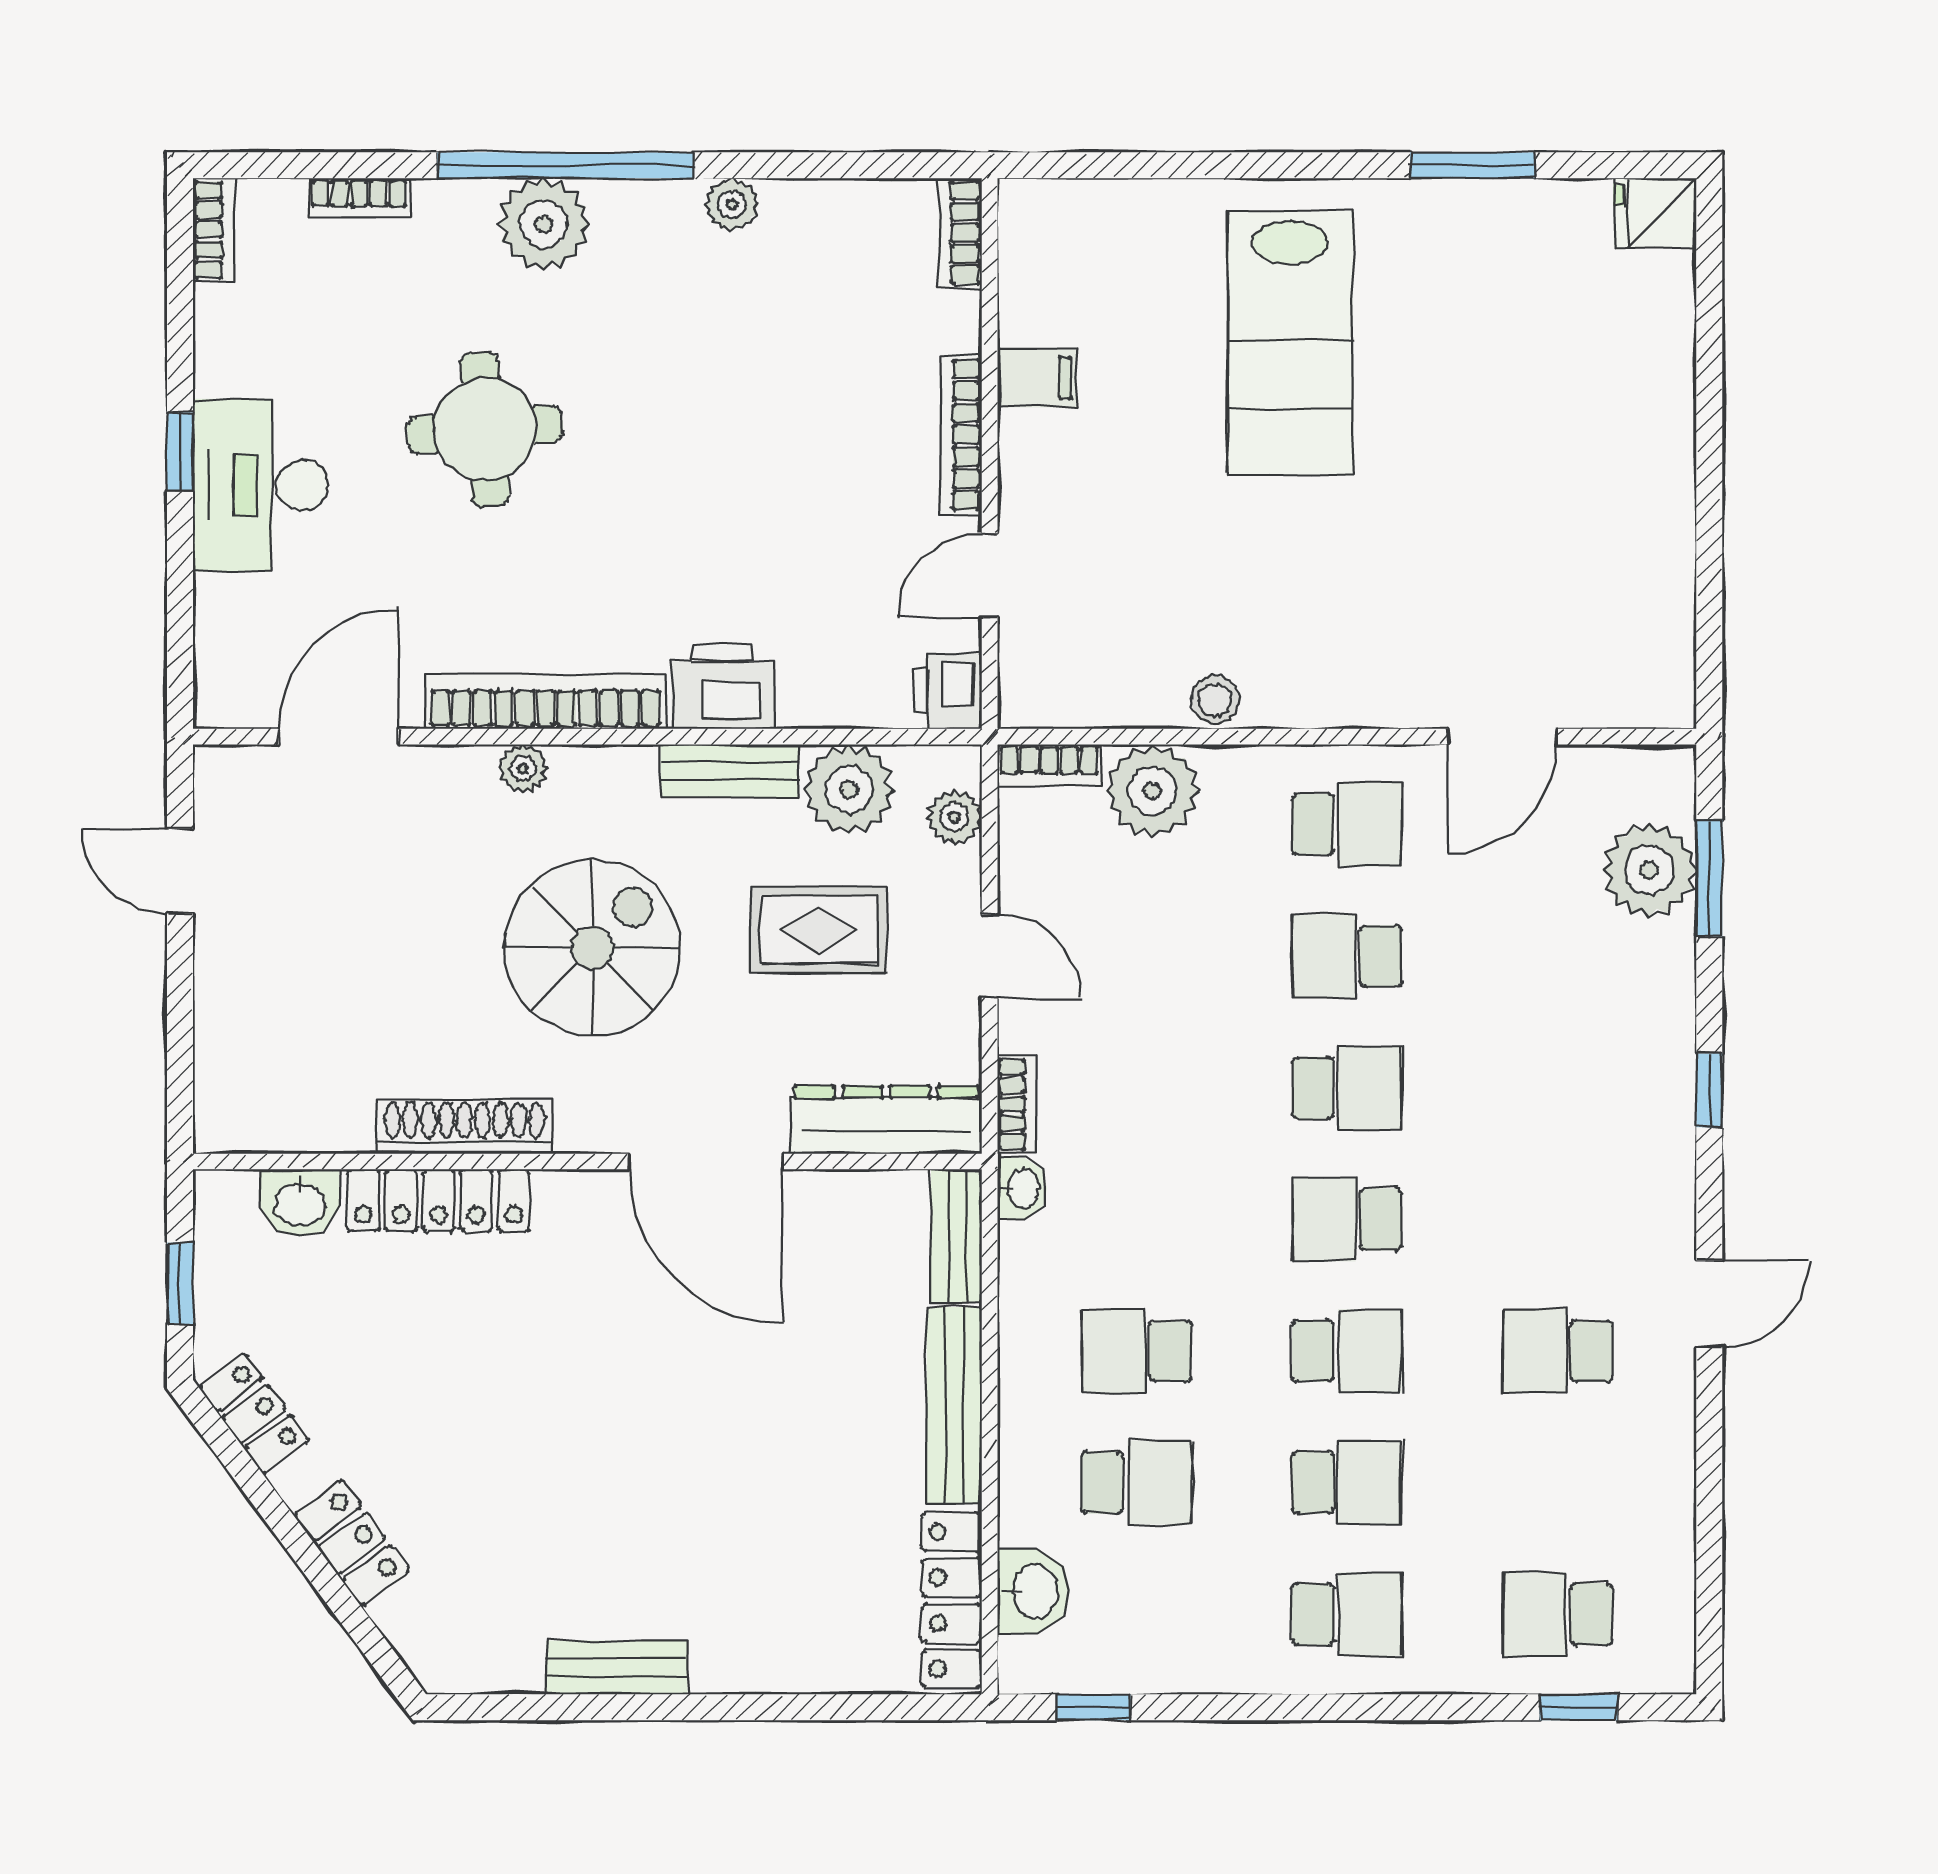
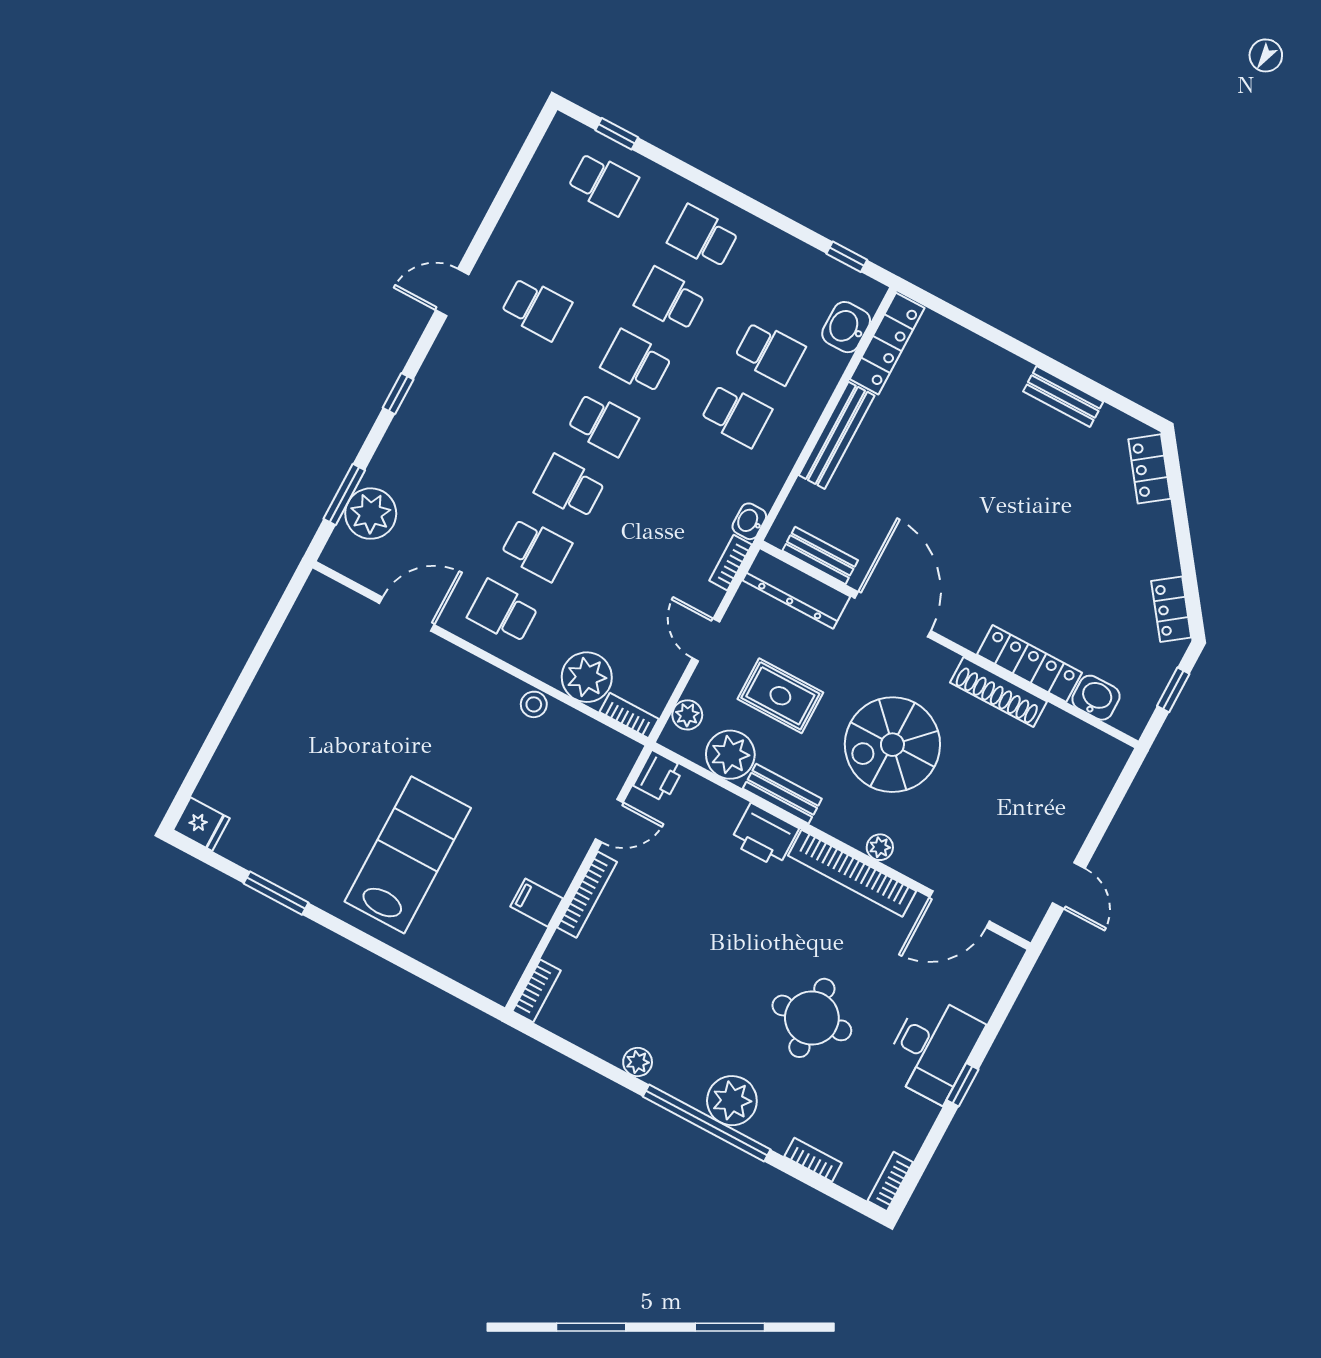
bench: (957, 1236) -> (820, 555), moved, turned 90
school desk: (1136, 1483) -> (770, 353), turned 180
locker: (352, 1543) -> (1149, 469), moved

